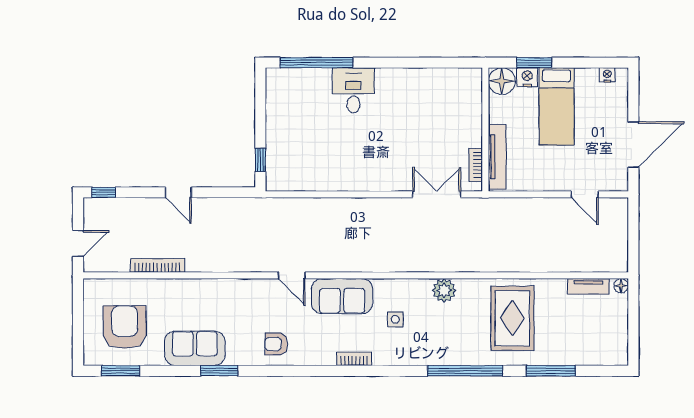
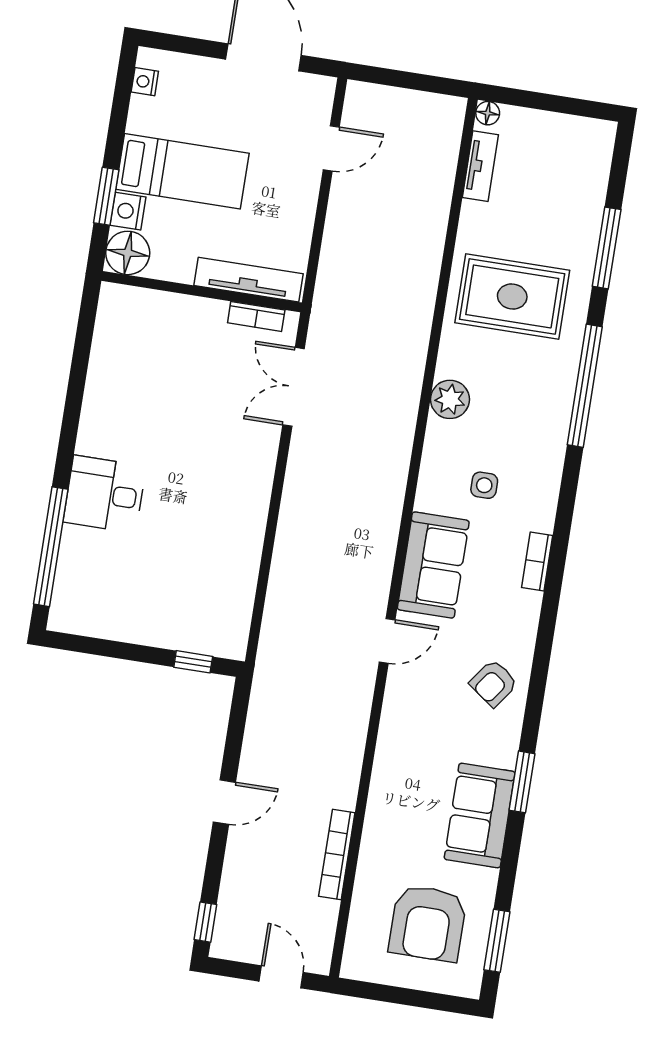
armchair: (125, 327) -> (428, 923), turned -90
armchair: (276, 344) -> (494, 683), turned 36

